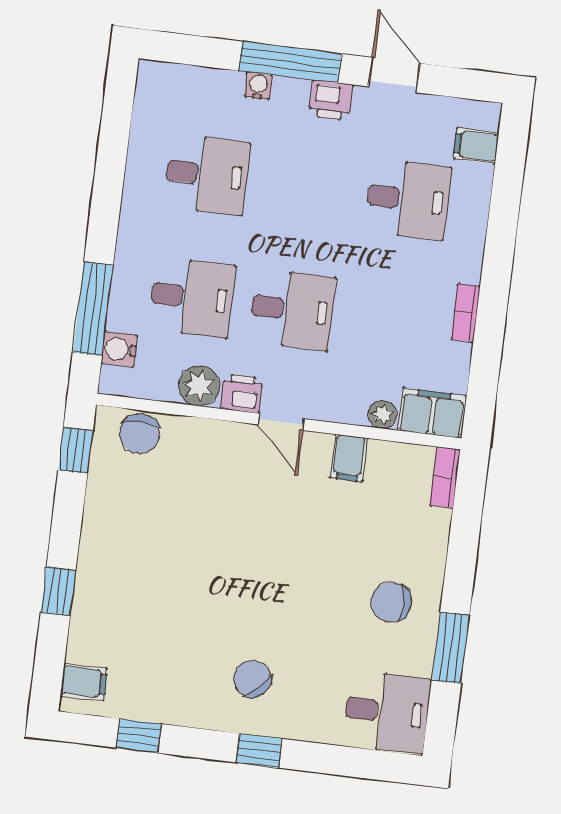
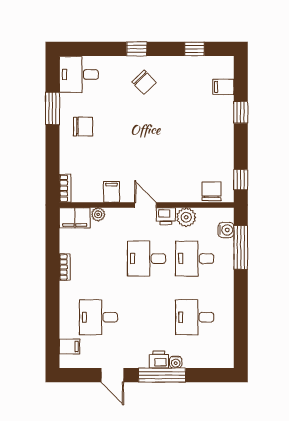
printer: (331, 100) -> (159, 360), moved
filing cabinet: (84, 682) -> (223, 87), moved

